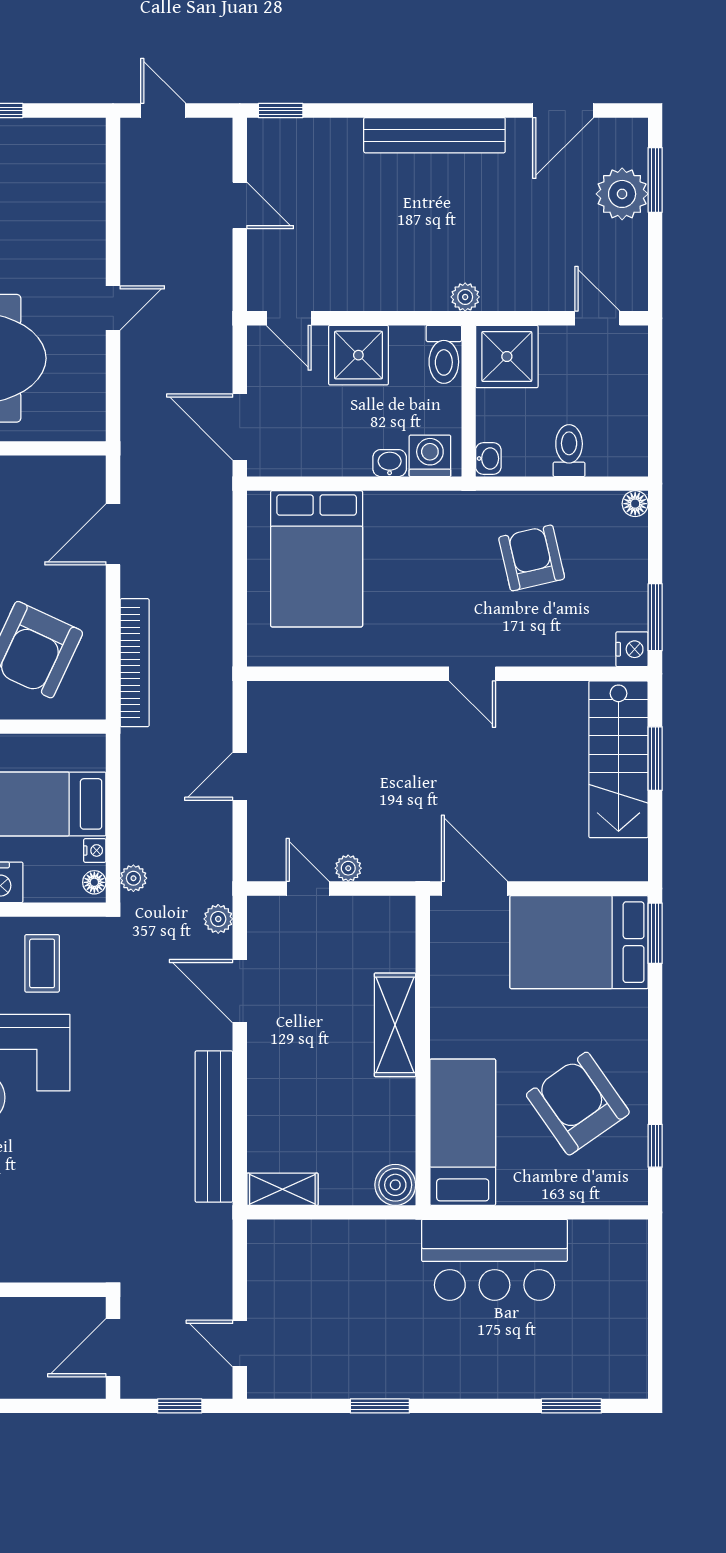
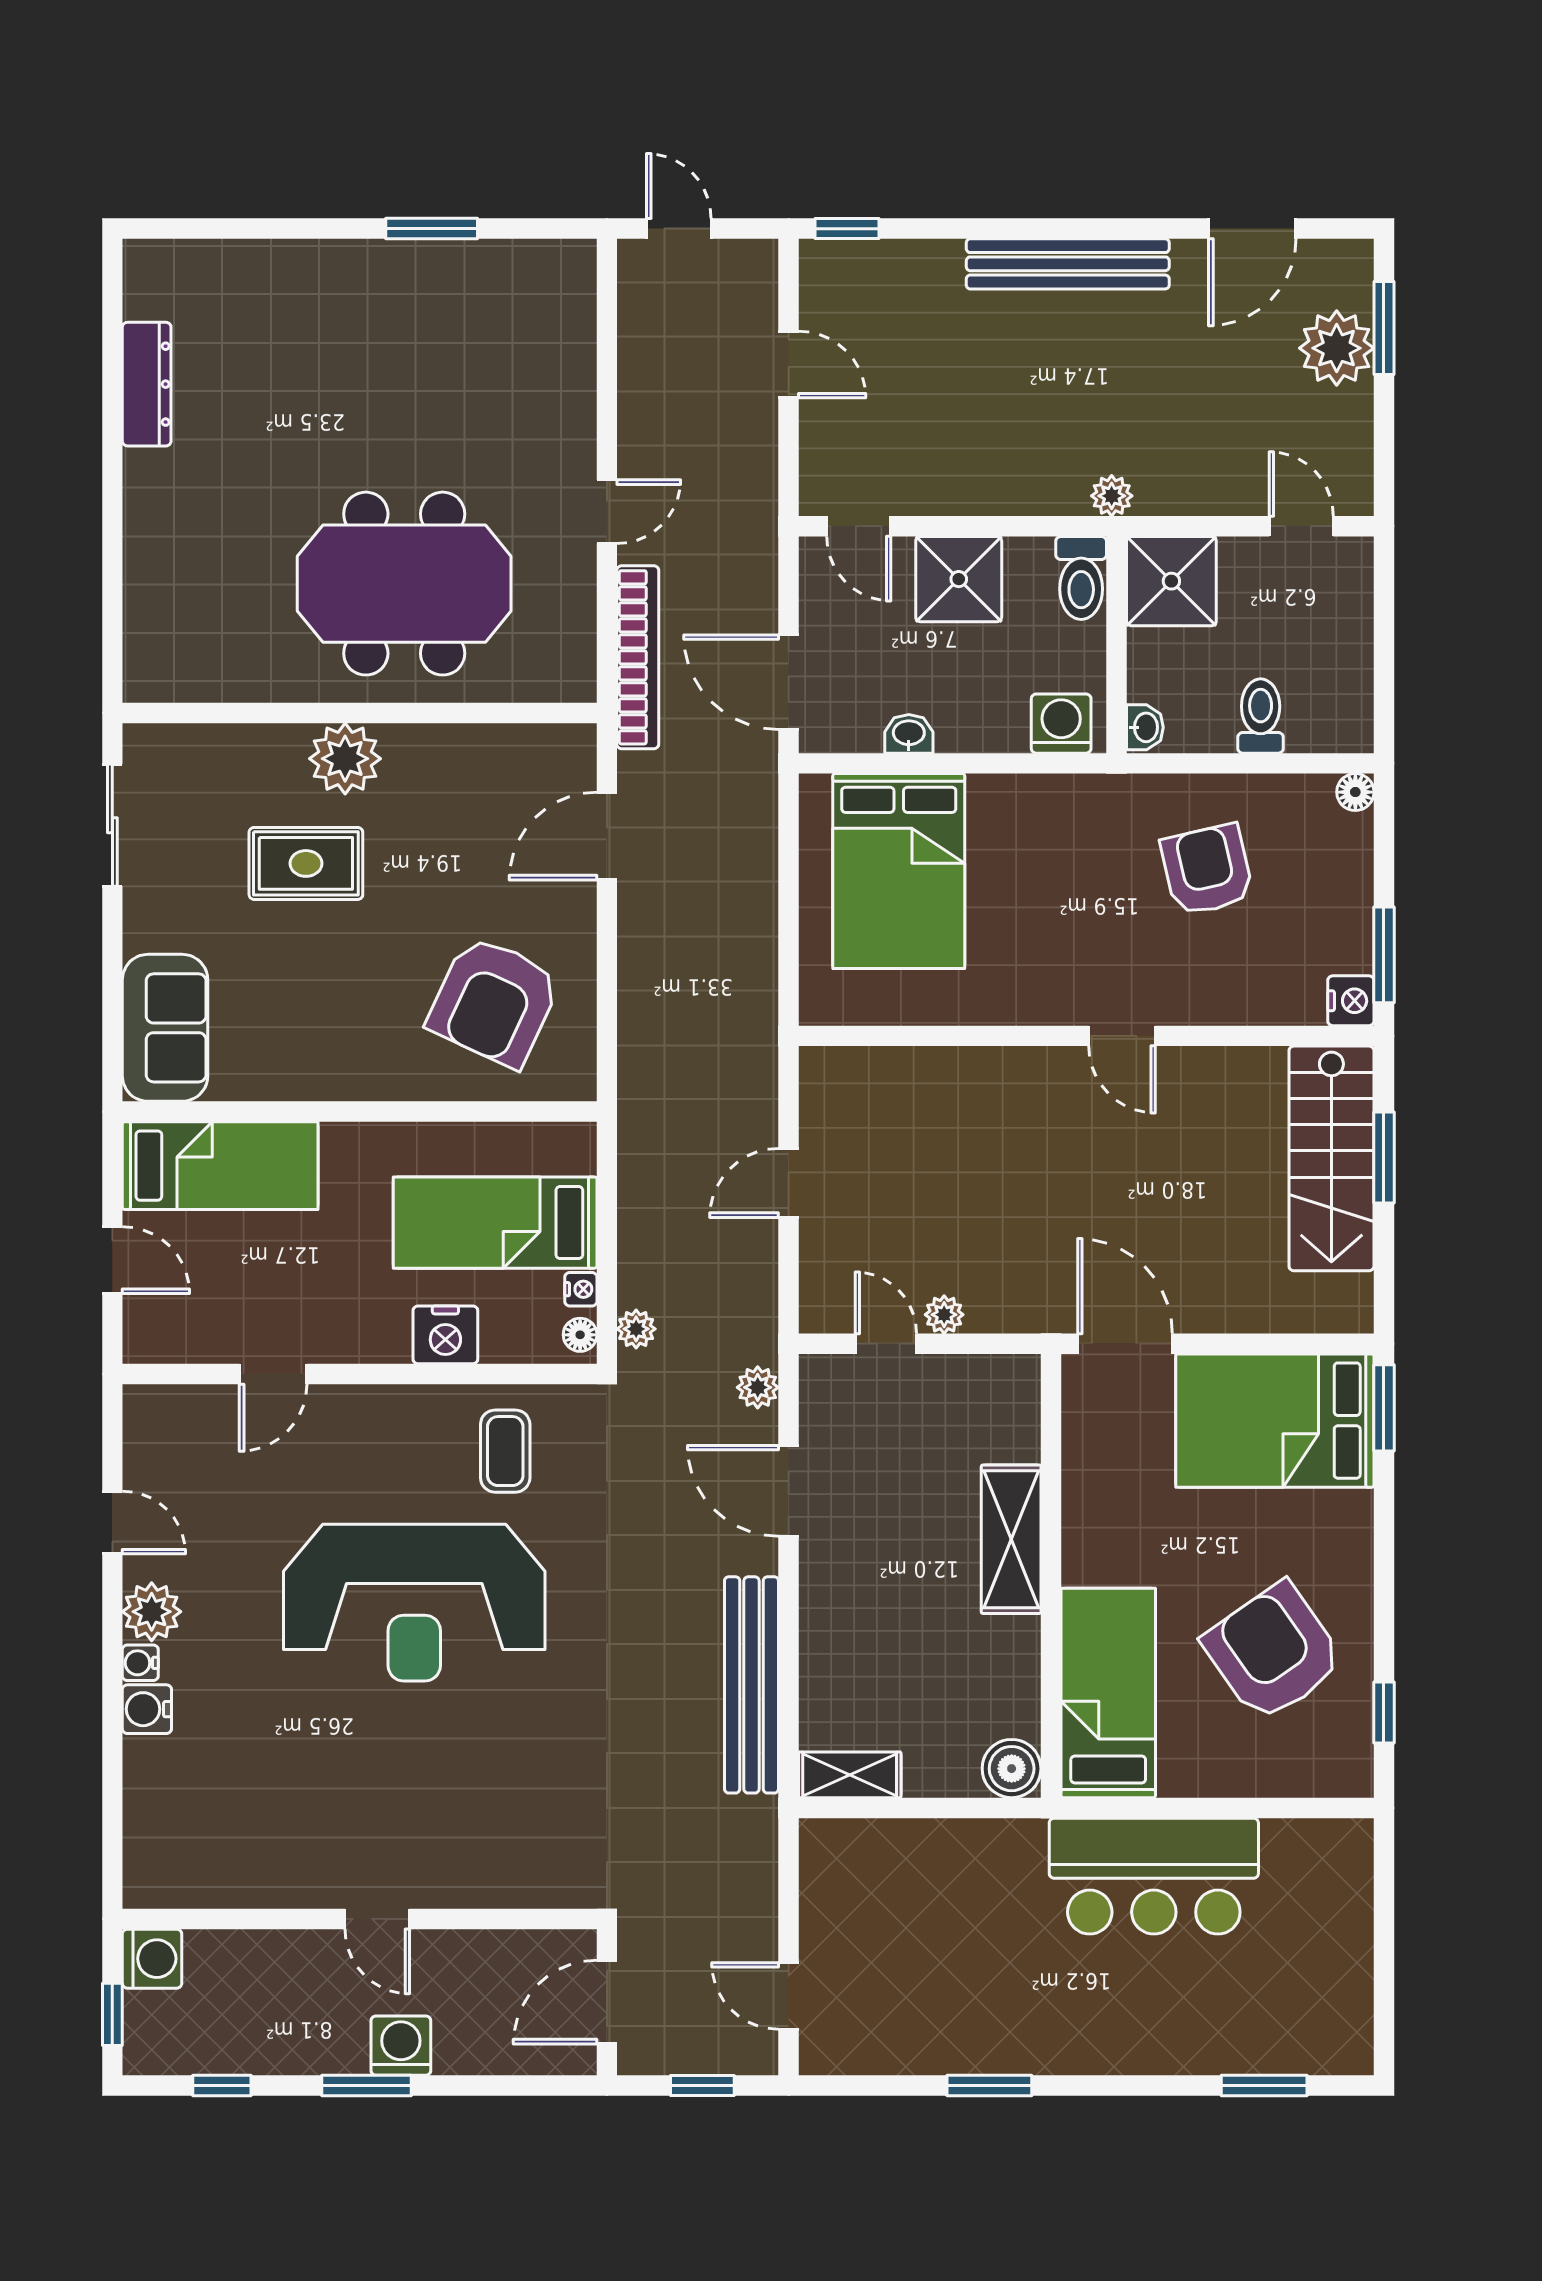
washbasin: (390, 463) -> (909, 734), moved
bookcase: (135, 663) -> (638, 657), moved

